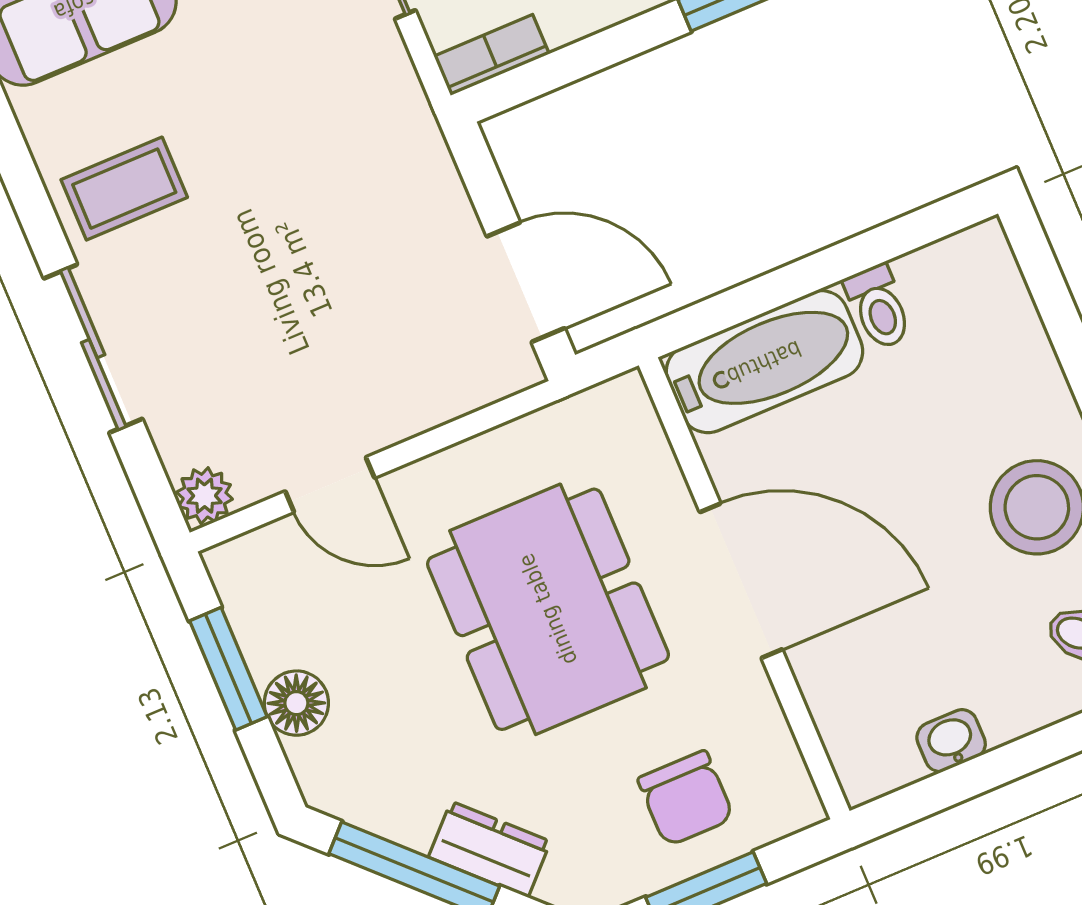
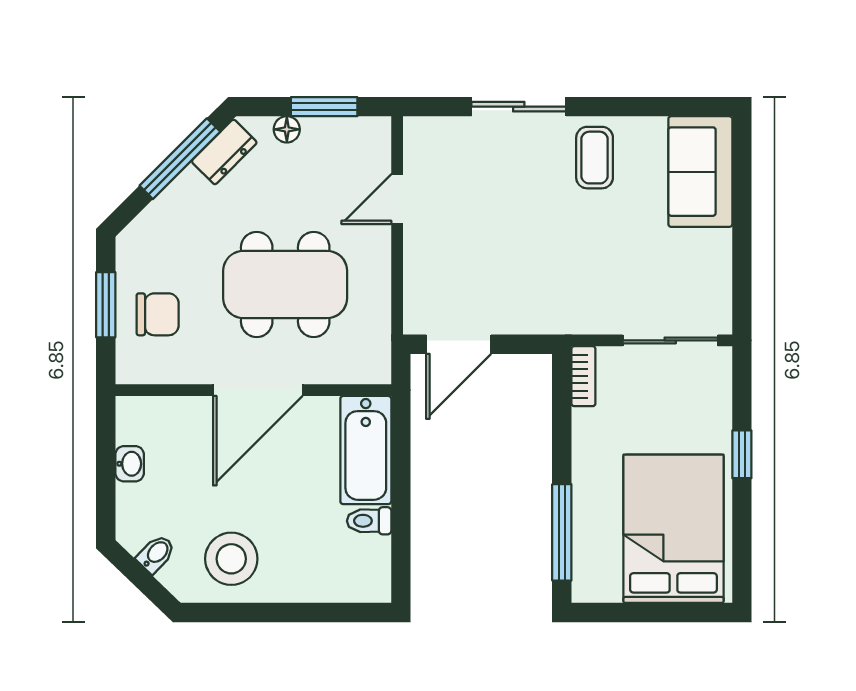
plant: (205, 496) -> (419, 132), removed
floor lamp: (296, 703) -> (287, 129), width x0.73, depth x0.73
chair: (686, 798) -> (158, 314), turned 180
dresser: (489, 849) -> (224, 152), moved

